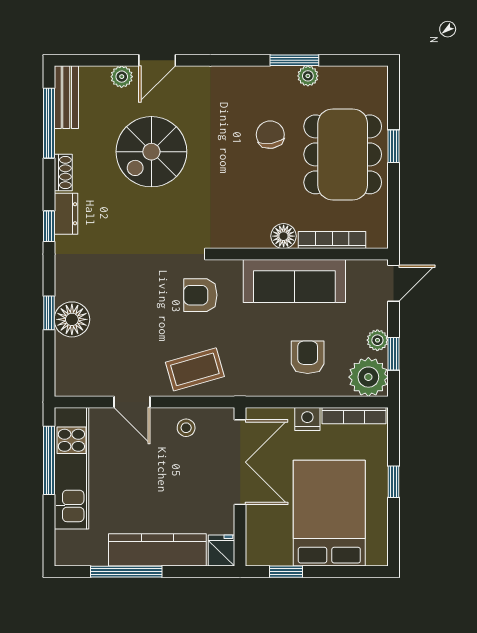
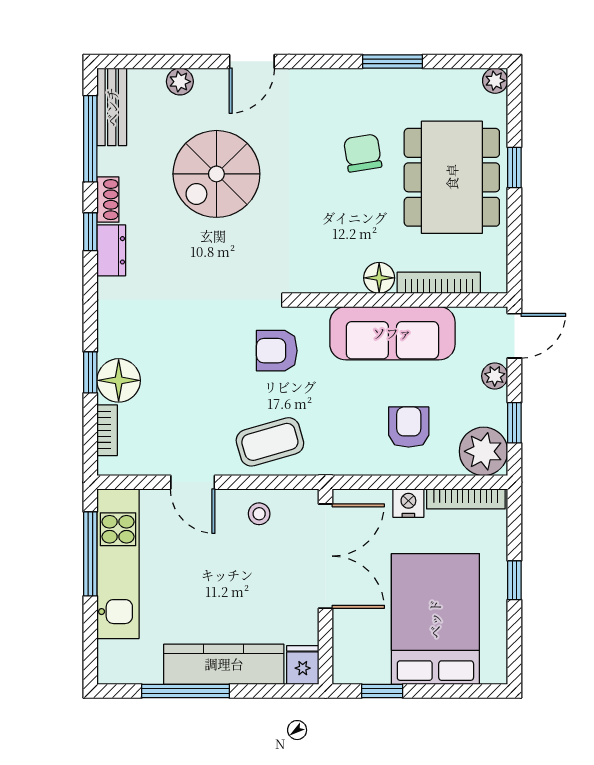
door: (157, 60) -> (252, 61), moved
plant: (308, 76) -> (495, 81), moved
window: (49, 226) -> (90, 232), moved
plant: (377, 340) -> (495, 376), moved
bookcase: (63, 360) -> (107, 430), added

